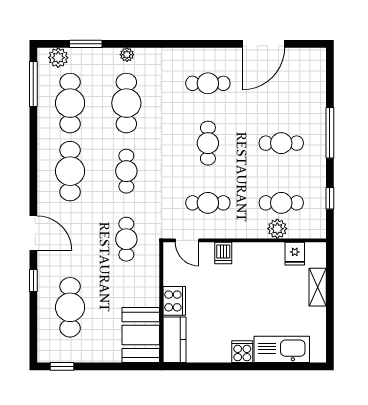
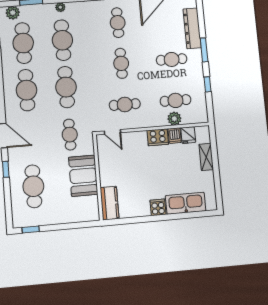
cafe table: (208, 83) -> (118, 23), turned 90
dresser: (316, 100) -> (192, 28), added
window: (330, 133) -> (204, 50), width x0.69
cafe table: (126, 171) -> (66, 87), width x1.37, depth x1.35
window: (330, 198) -> (207, 84), moved
dishwasher: (223, 253) -> (175, 136), moved
cooker: (174, 301) -> (158, 137), moved, turned 90
booth: (141, 335) -> (83, 176), moved

